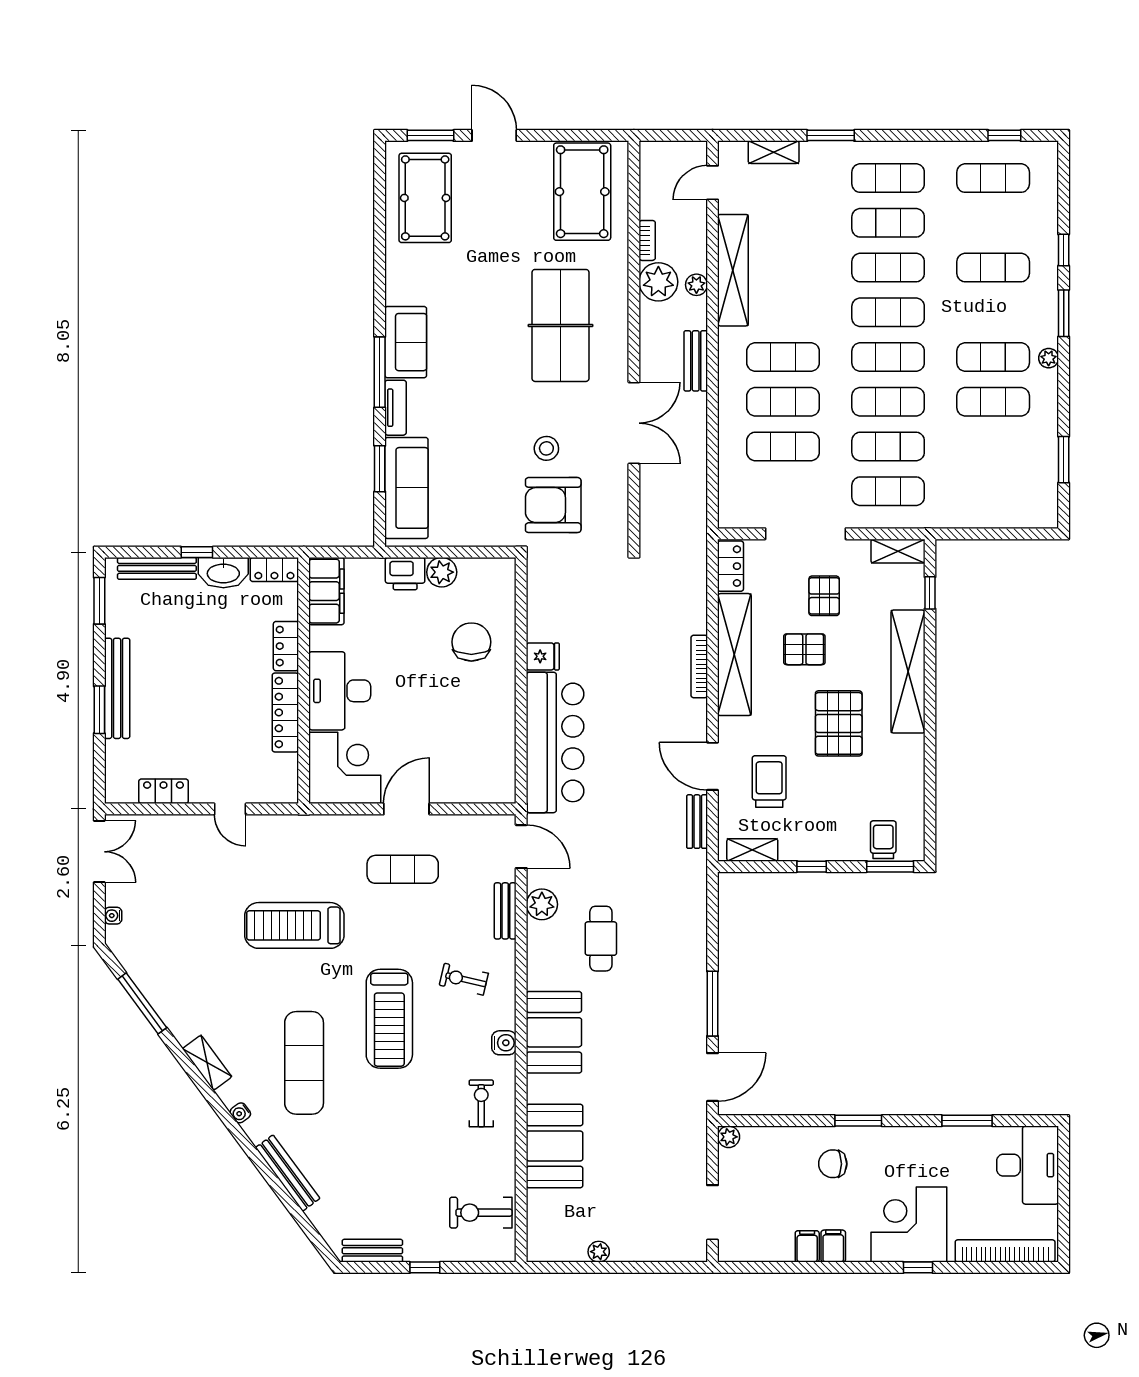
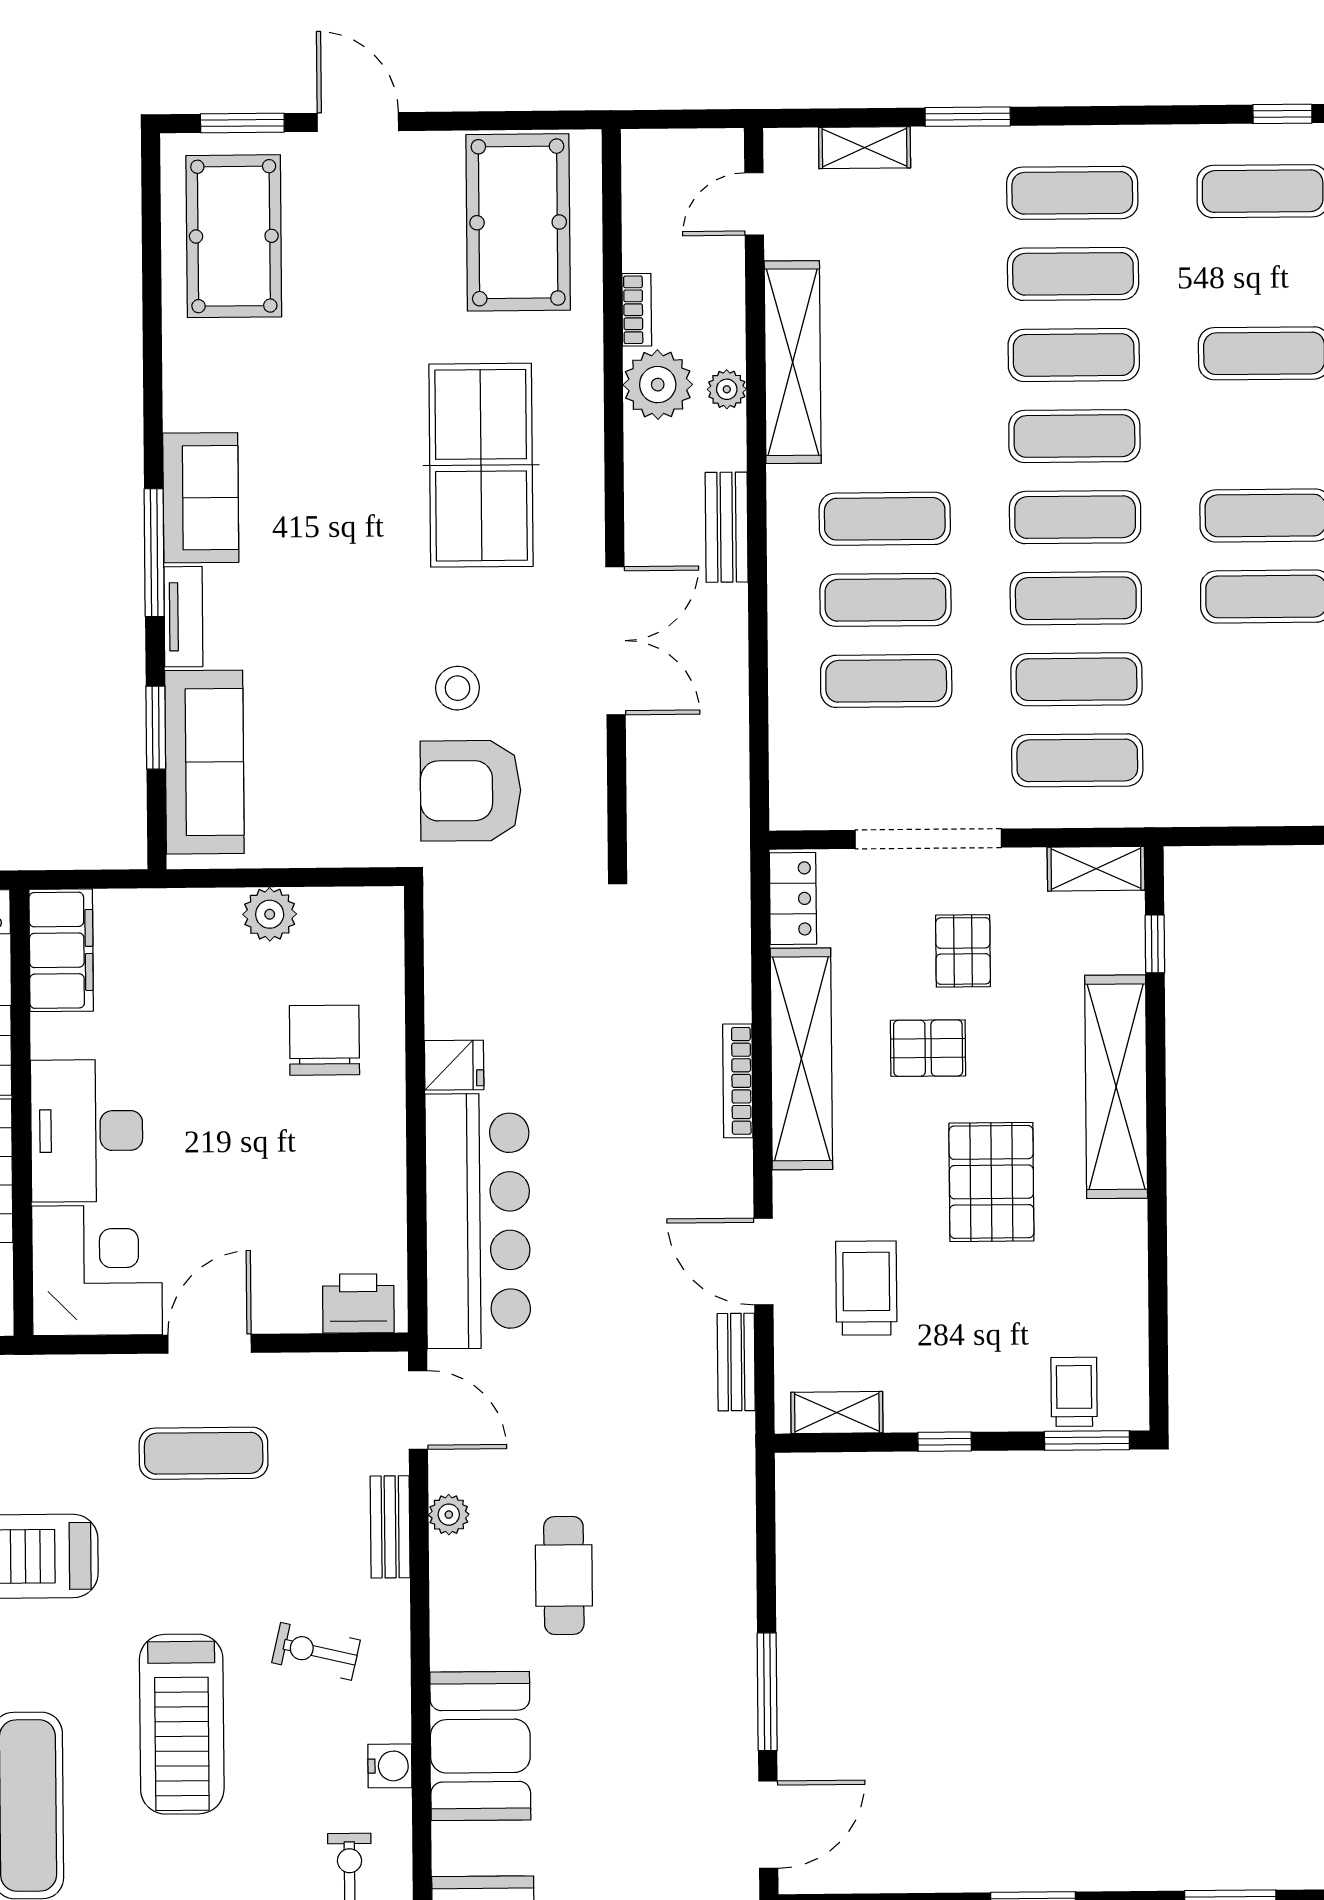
printer: (405, 574) -> (358, 1303), moved, turned 180
plant: (542, 904) -> (449, 1515), width x0.73, depth x0.73

